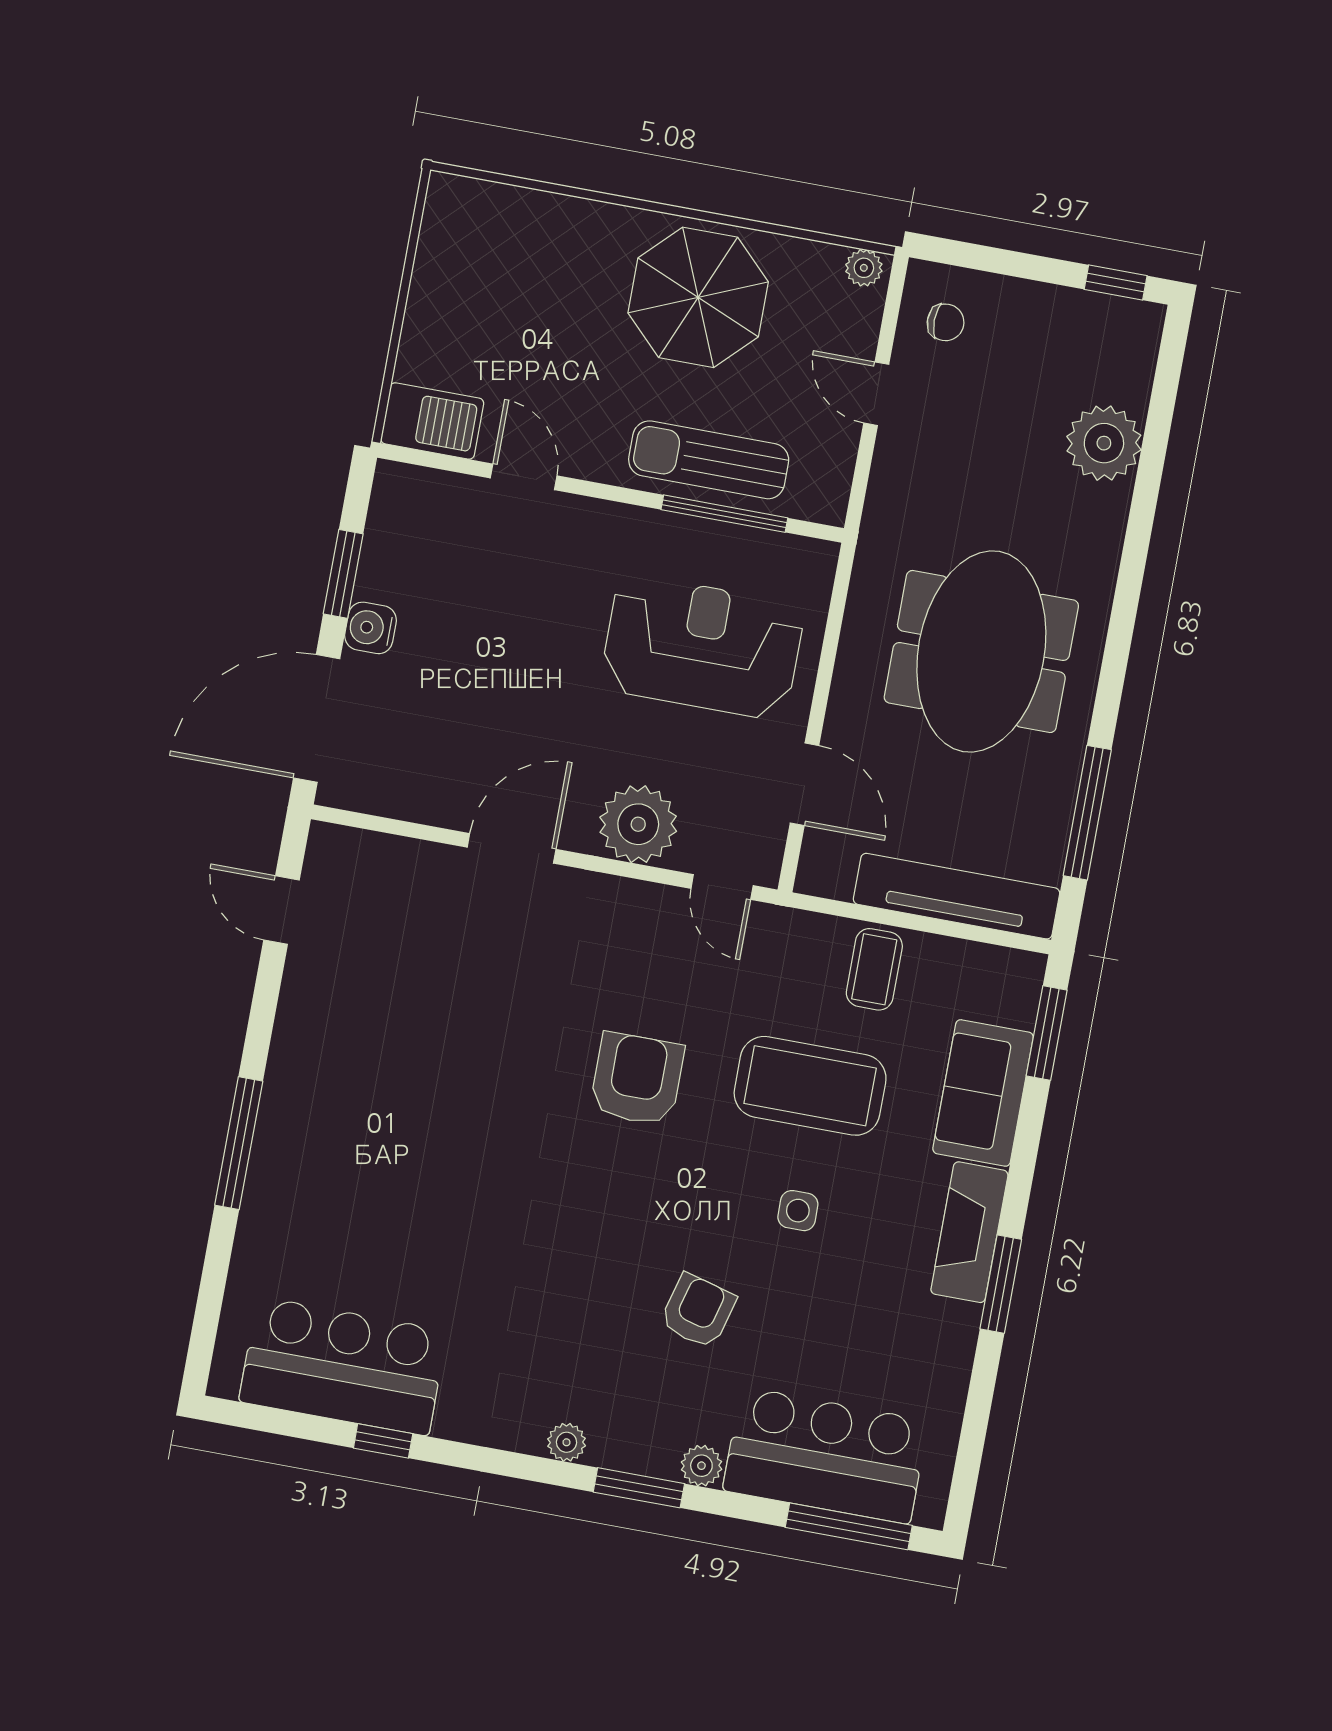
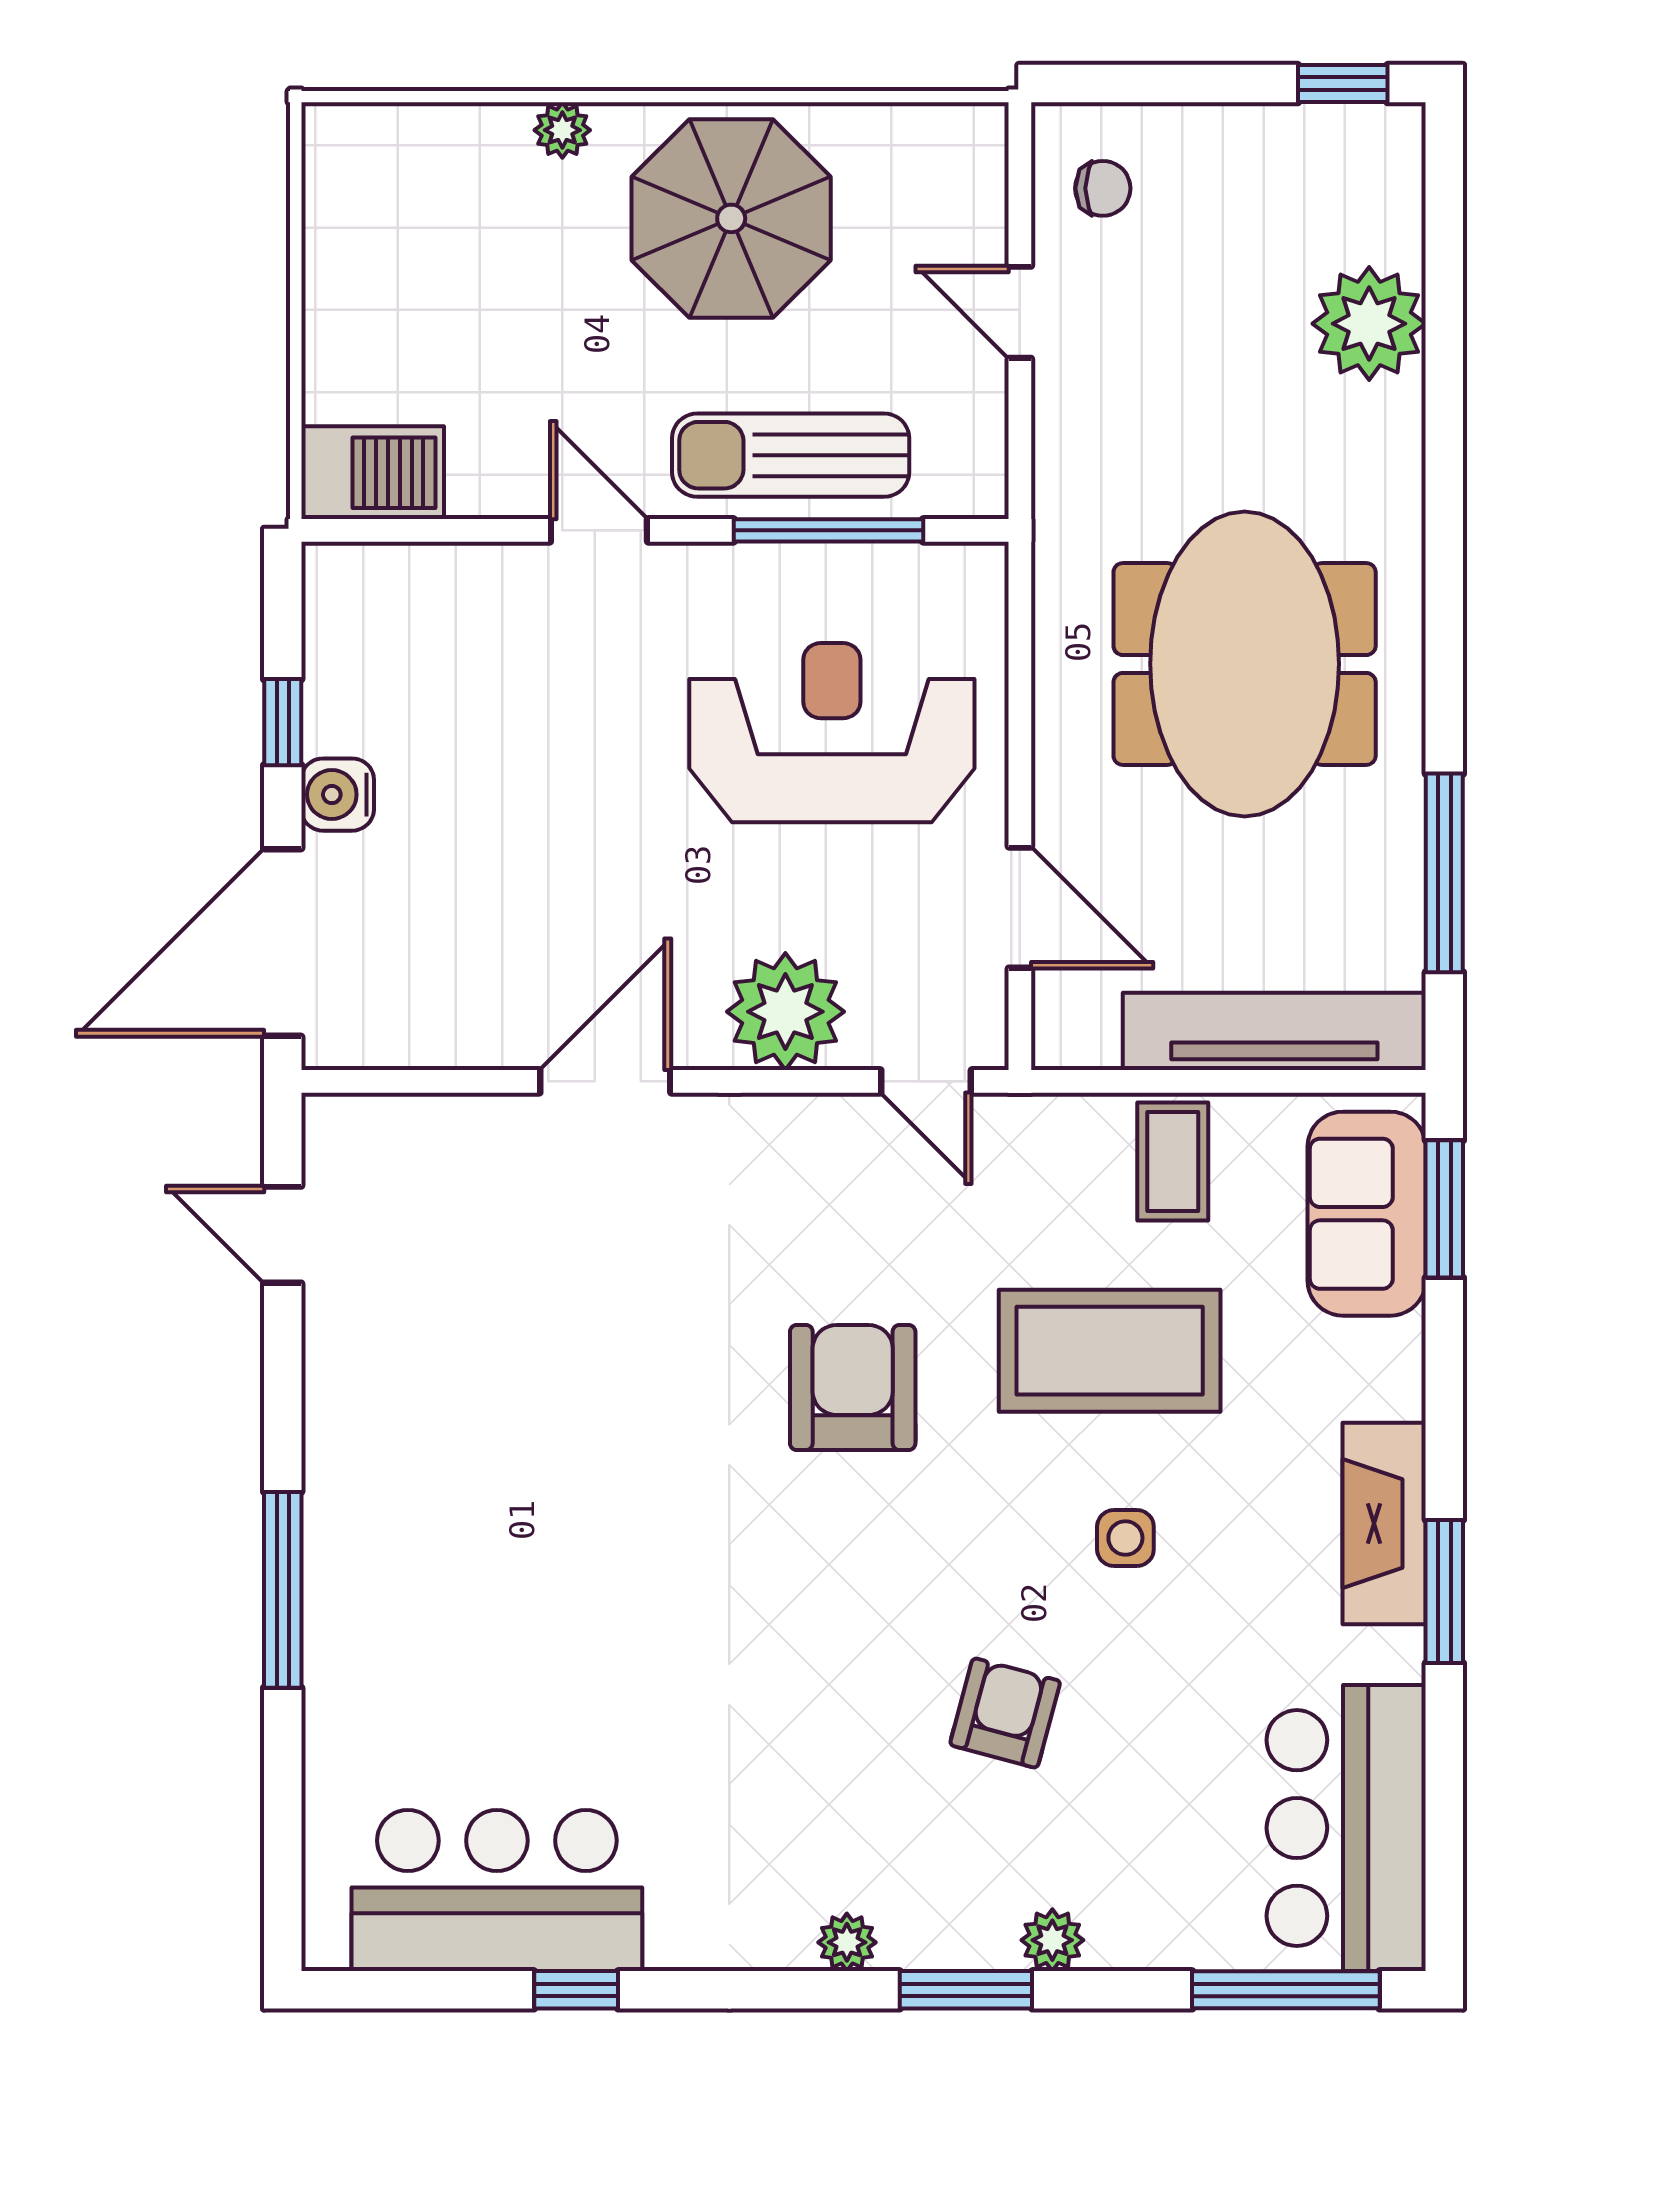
plant: (864, 268) -> (562, 130), moved
door: (524, 477) -> (599, 530), moved
window: (343, 574) -> (283, 722), width x0.67
sofa: (983, 1093) -> (1367, 1214), moved
bar counter: (825, 1455) -> (1346, 1828), moved, turned -90

